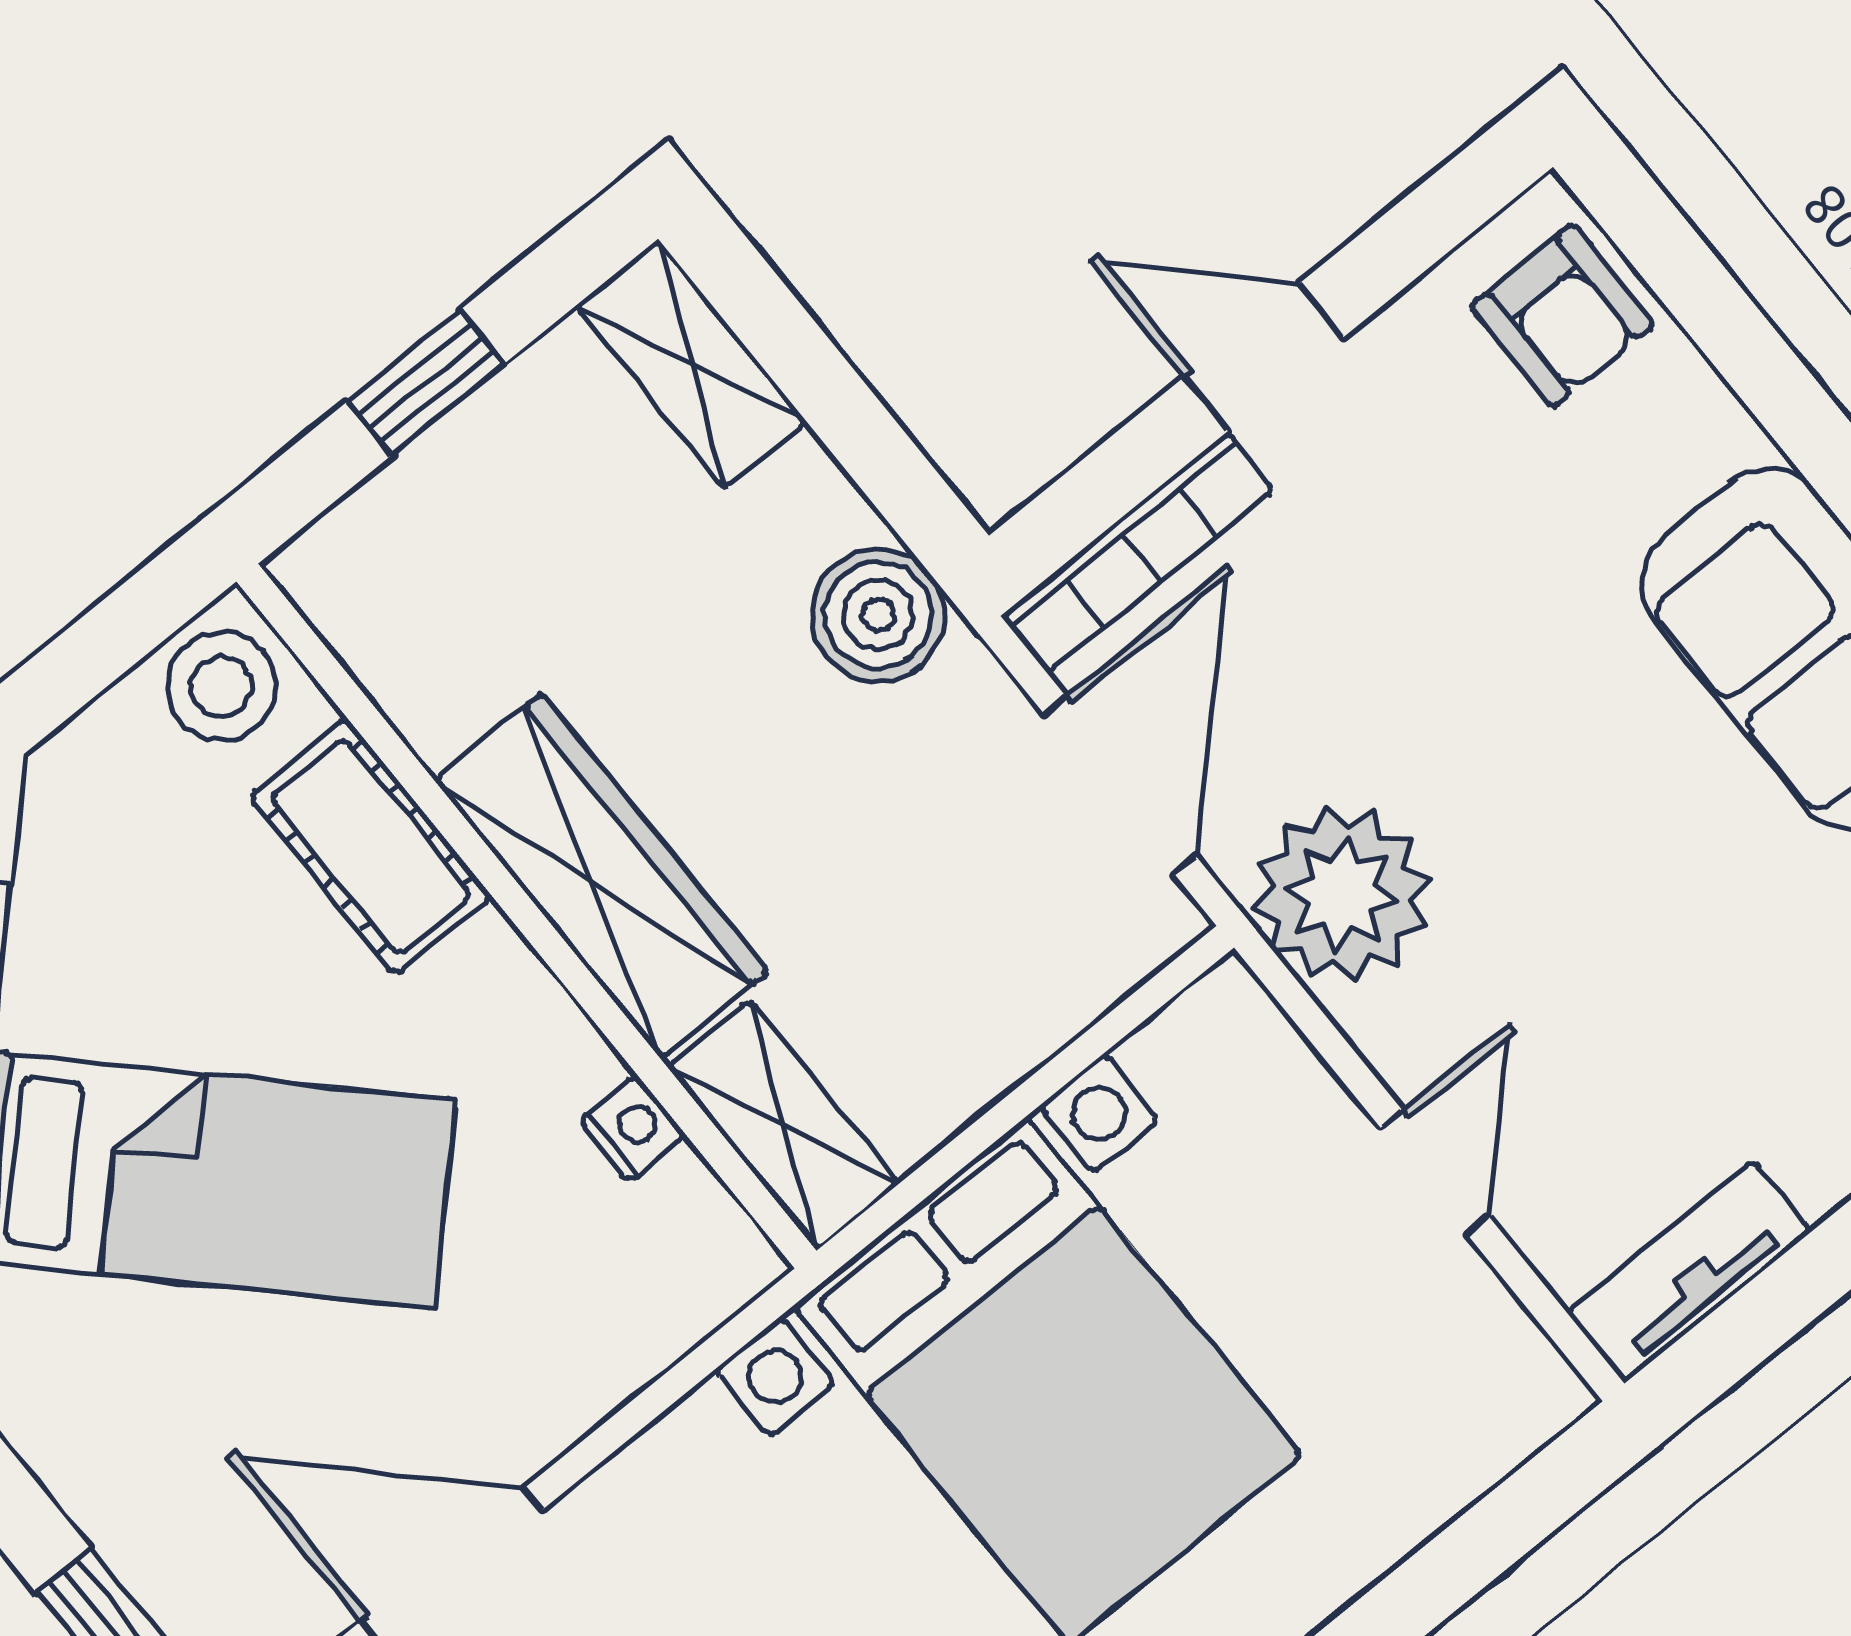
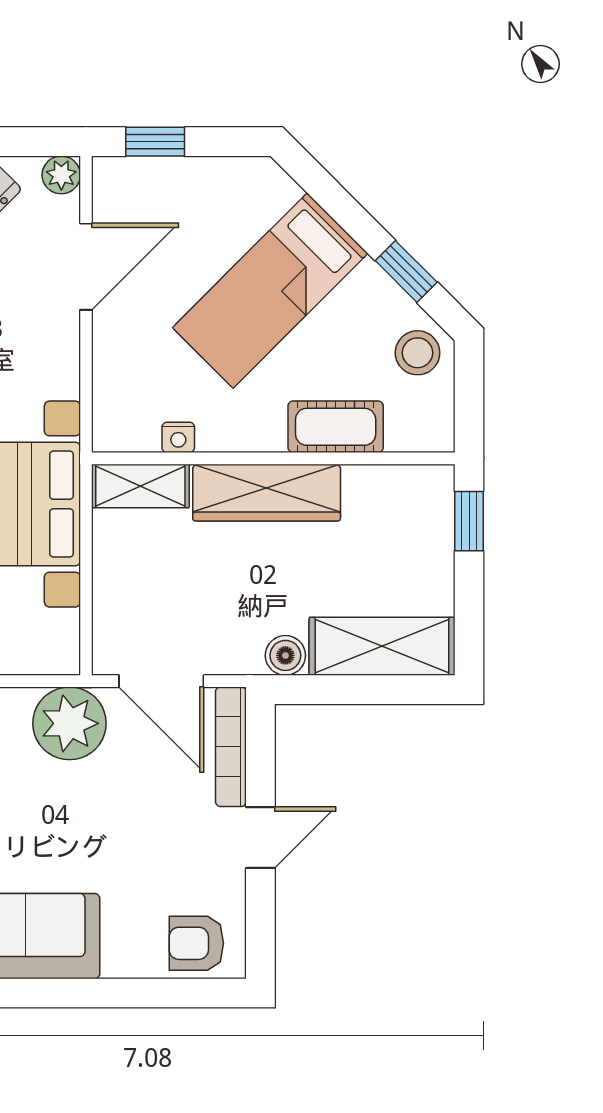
shelving: (691, 364) -> (382, 646), width x1.50, depth x1.33
window: (426, 383) -> (469, 521), moved
boiler: (878, 615) -> (285, 655), width x0.73, depth x0.73
stool: (221, 686) -> (418, 353), moved

